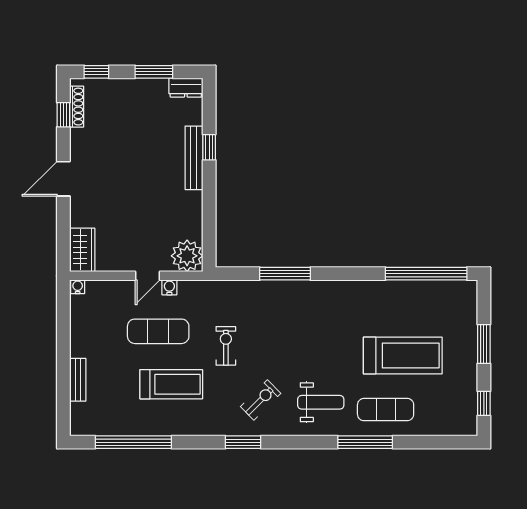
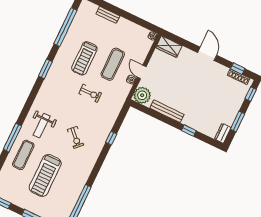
bench: (194, 158) -> (167, 111), moved
window: (285, 274) -> (111, 138), width x0.46
exercise bike: (261, 400) -> (75, 137), moved
window: (243, 442) -> (45, 69), moved

